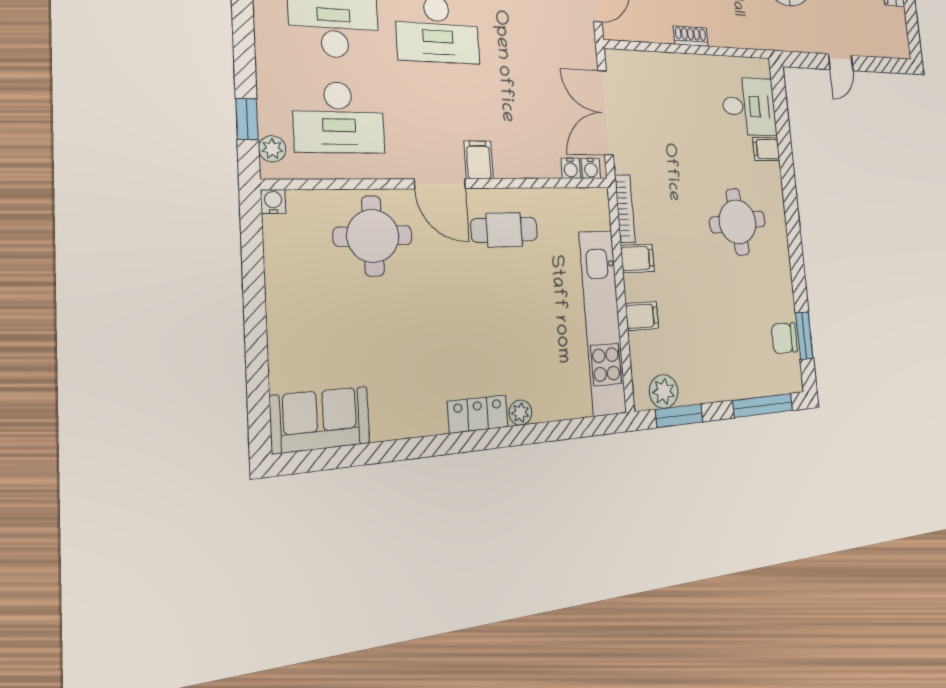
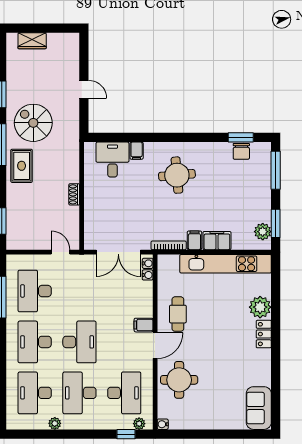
filing cabinet: (642, 316) -> (217, 241), width x2.00
plant: (520, 413) -> (260, 307), width x1.88, depth x1.88

